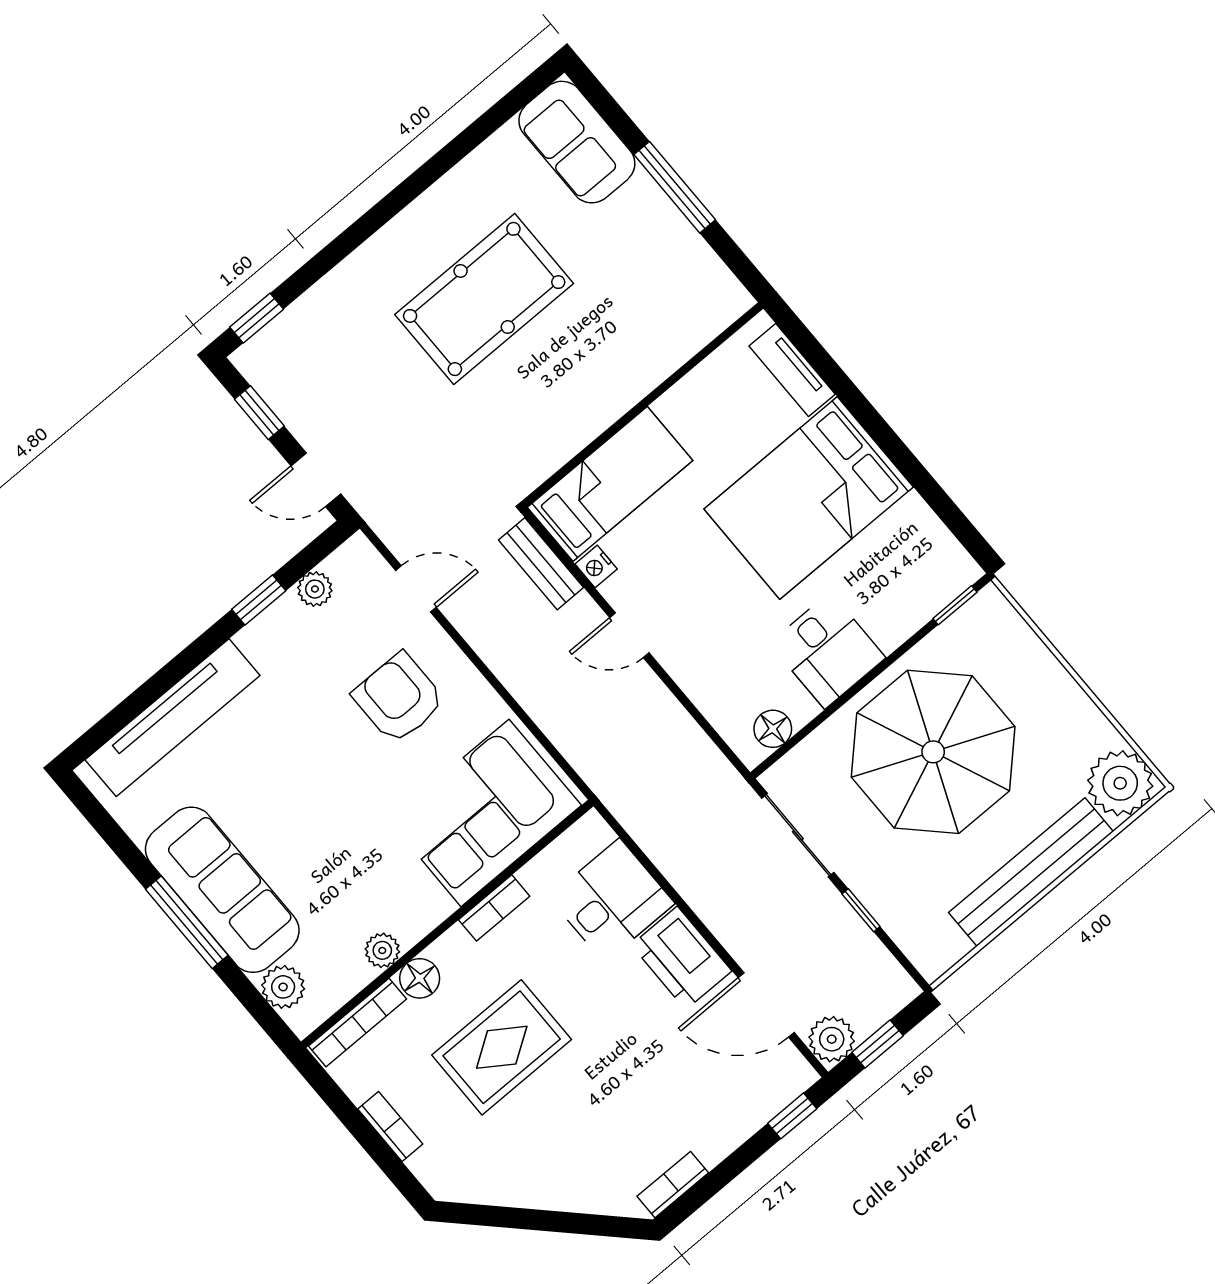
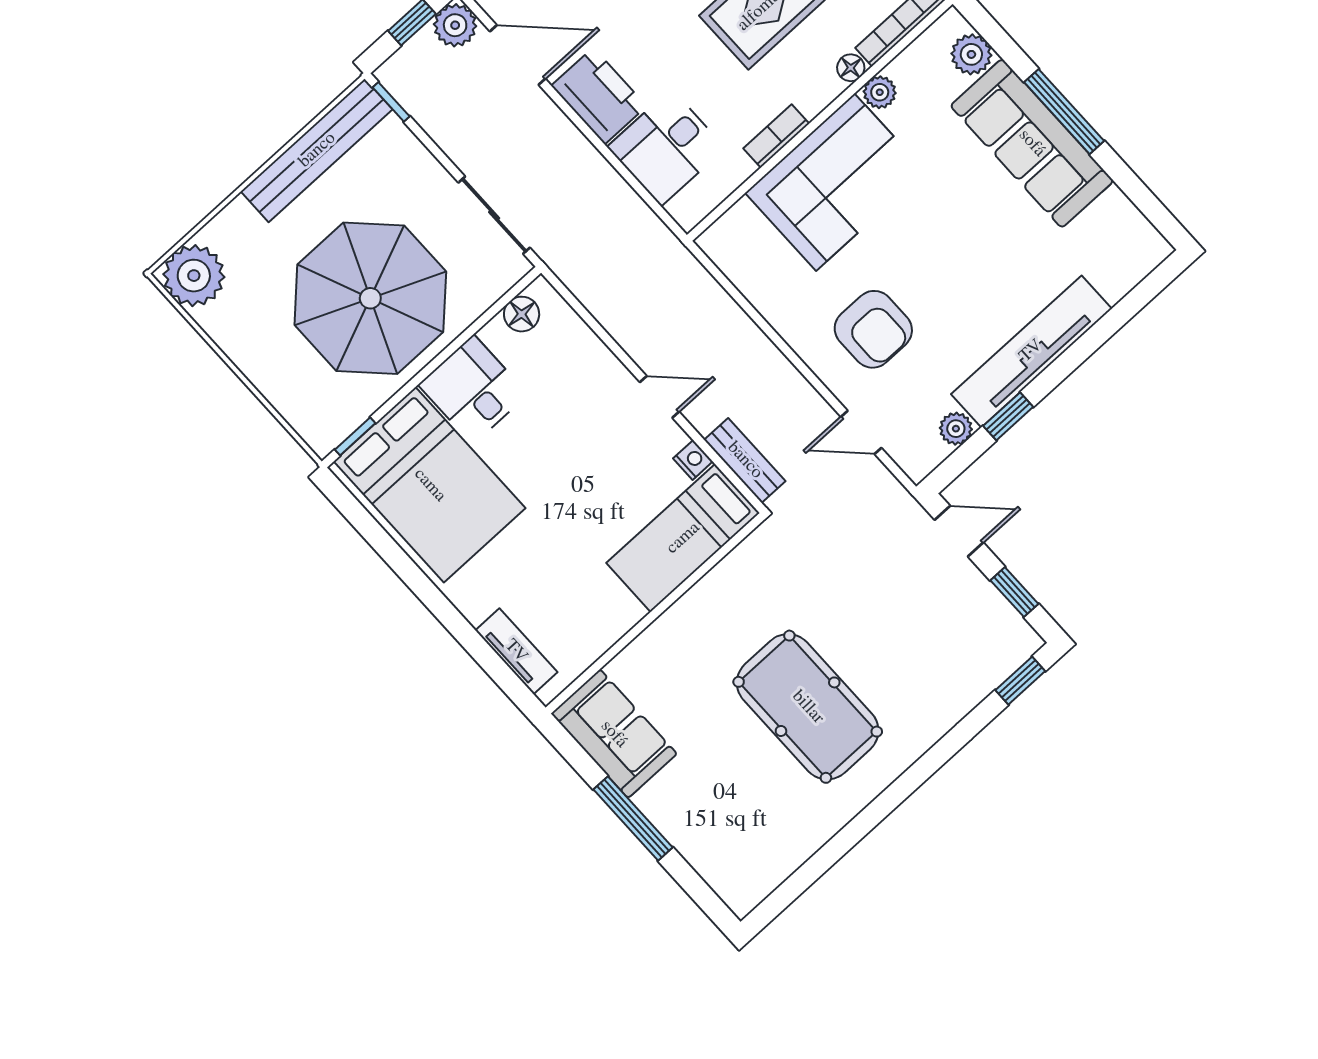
sofa: (577, 142) -> (614, 734), moved
pool table: (484, 299) -> (808, 707), turned 90
bed: (809, 498) -> (430, 485), moved, turned 90
tv unit: (173, 718) -> (1031, 351), moved
corner sofa: (485, 813) -> (835, 182), moved
bench: (1031, 872) -> (317, 150), moved
window: (861, 910) -> (391, 102), moved
floor lamp: (420, 978) -> (851, 68), width x0.73, depth x0.73

